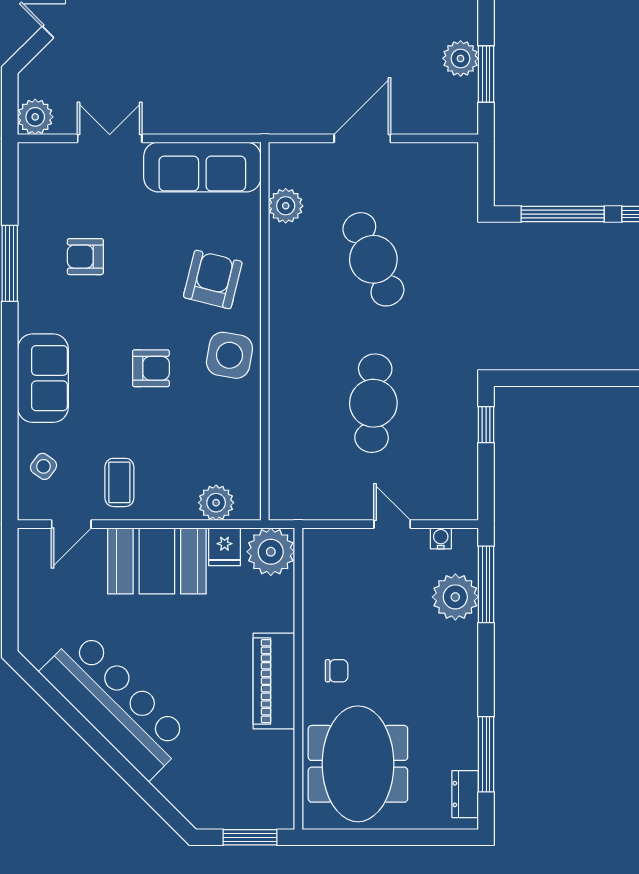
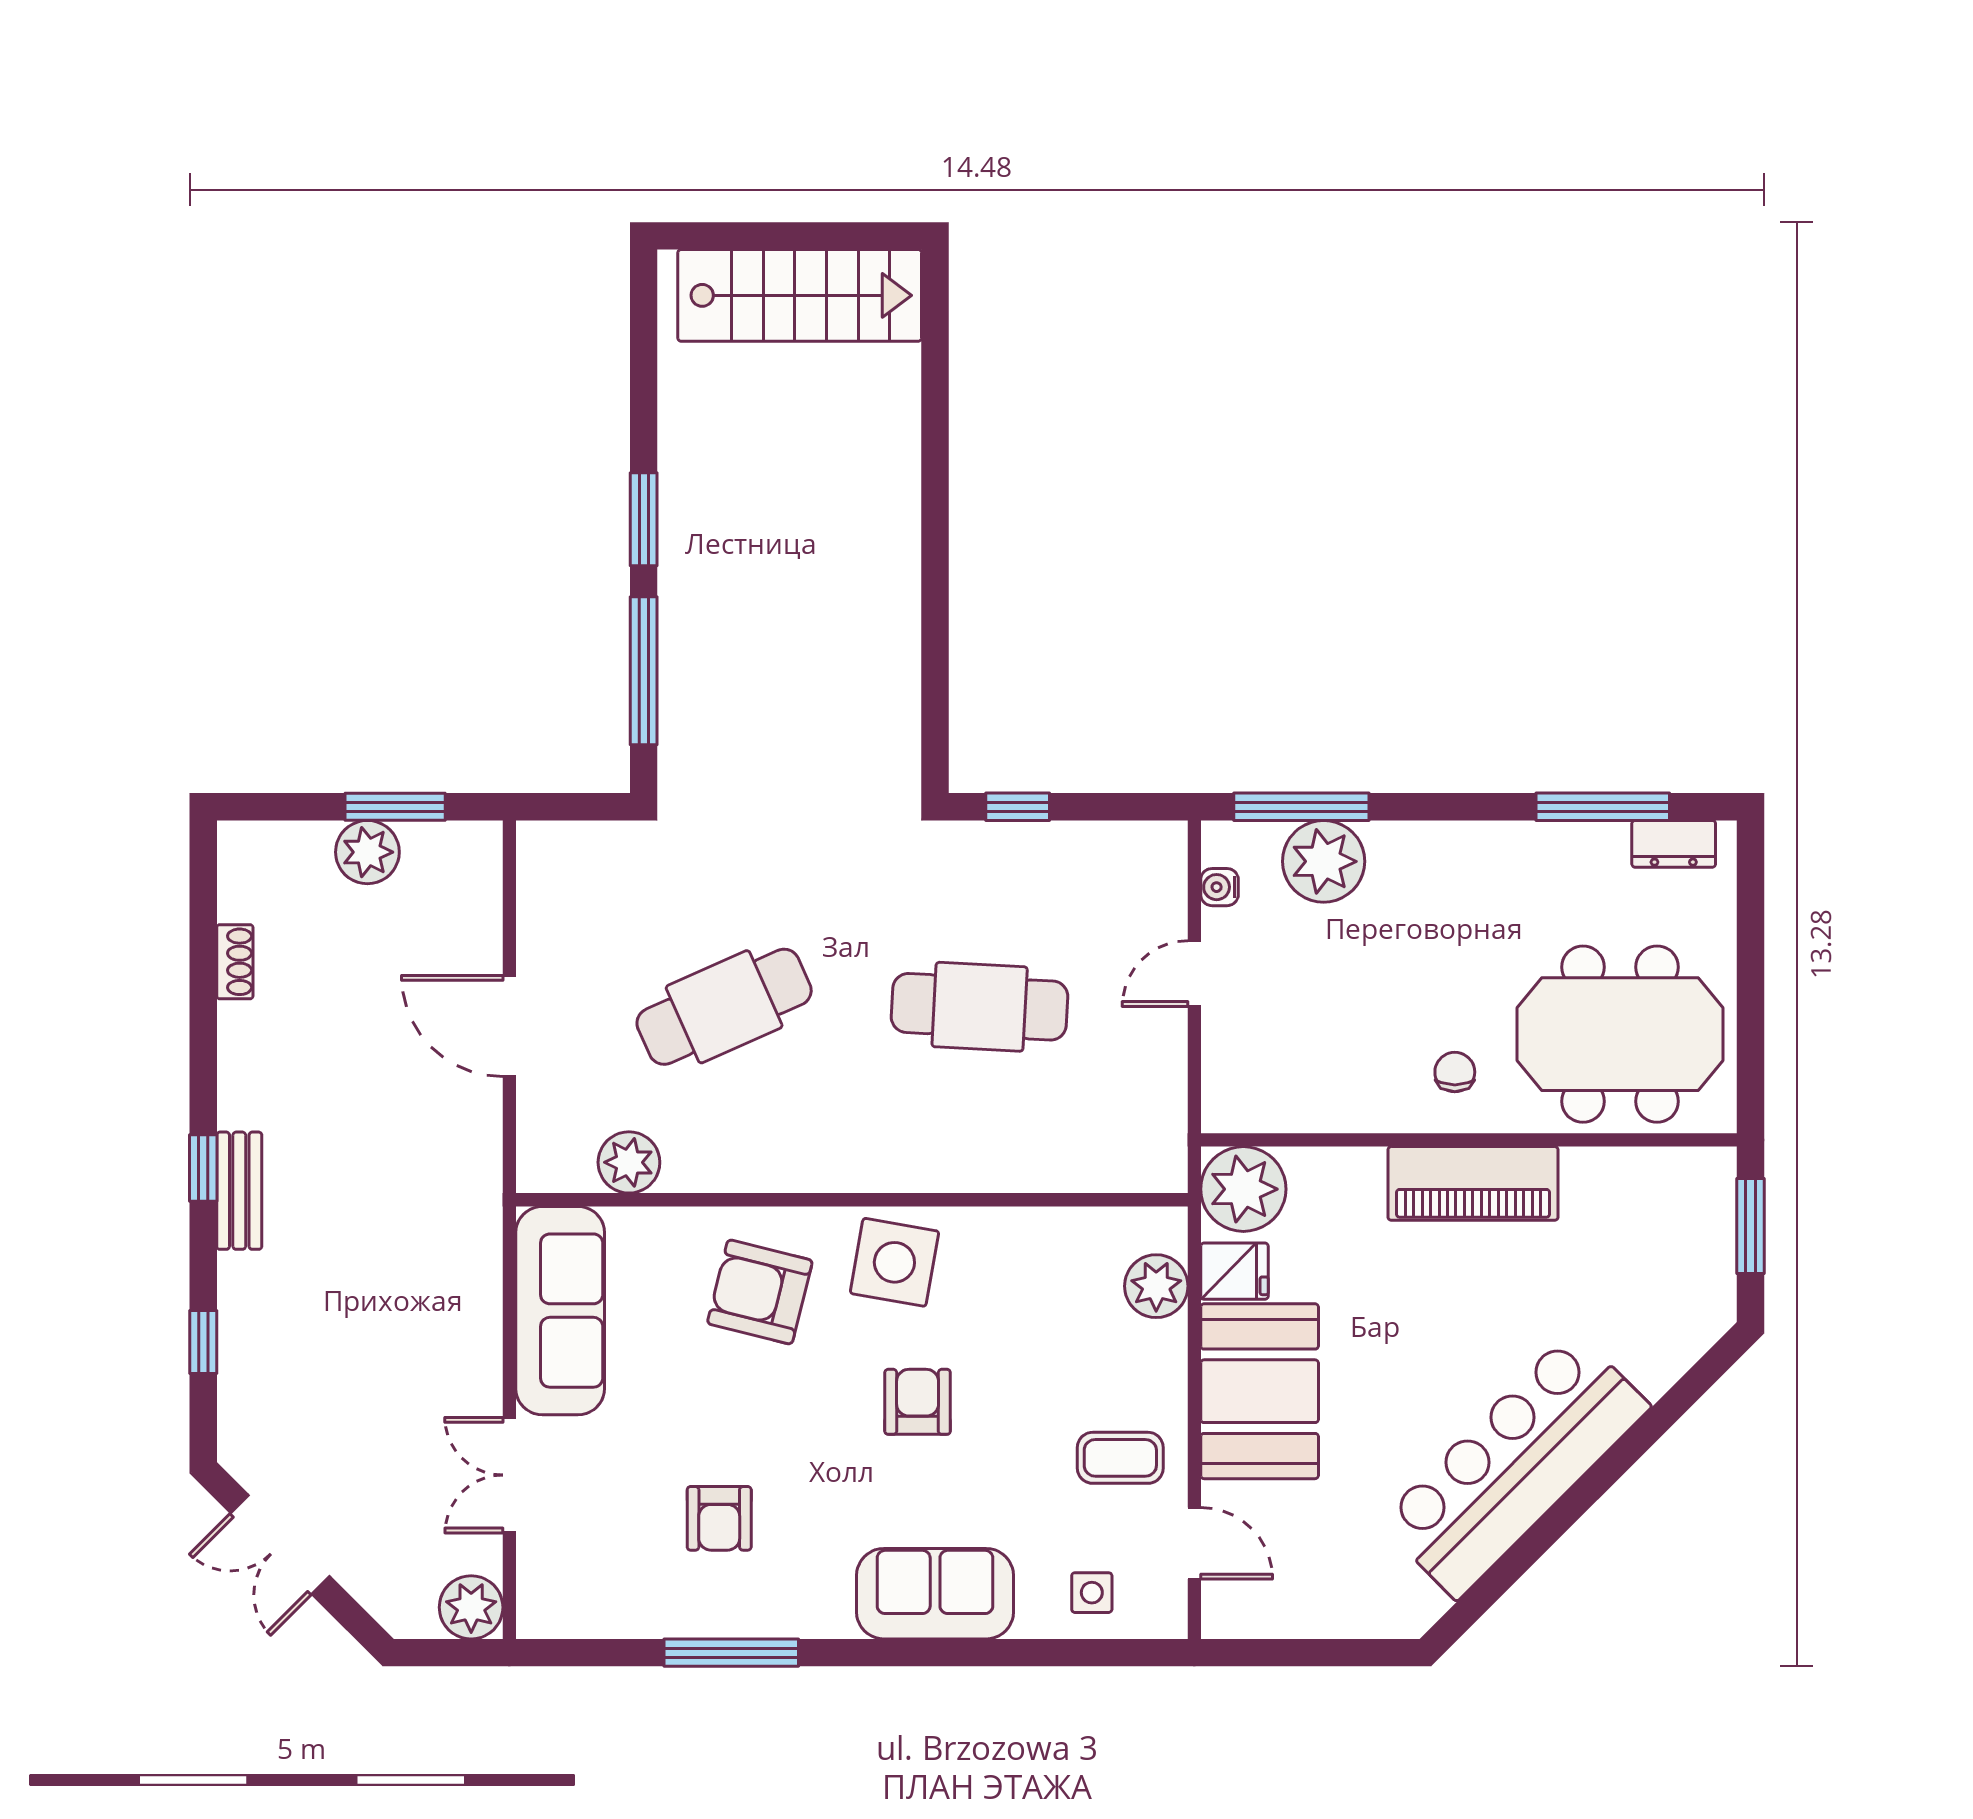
side table: (43, 466) -> (1092, 1593), turned -36

